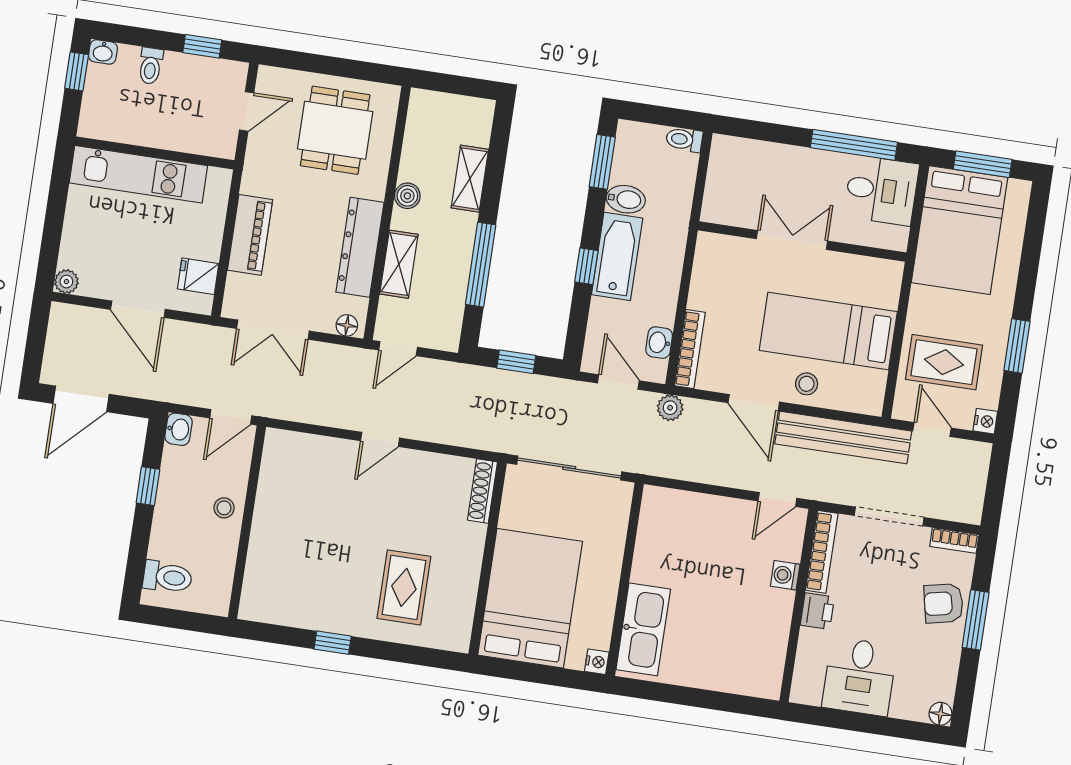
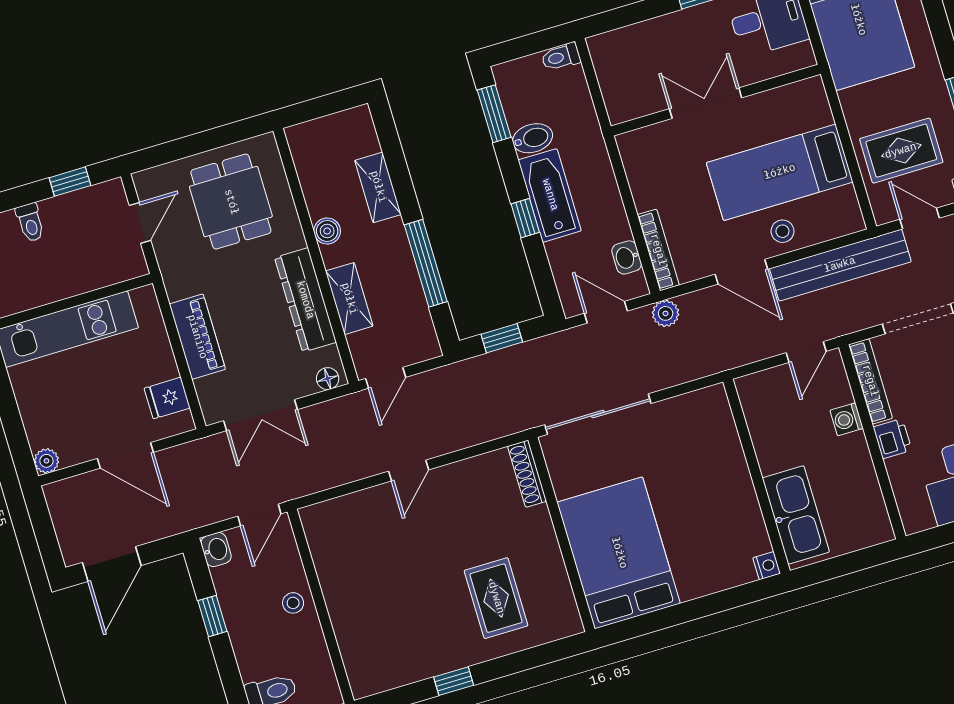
wall: (625, 579) -> (757, 476), moved
kitchen sink: (643, 629) -> (796, 515), moved
nightstand: (597, 662) -> (767, 566), moved

